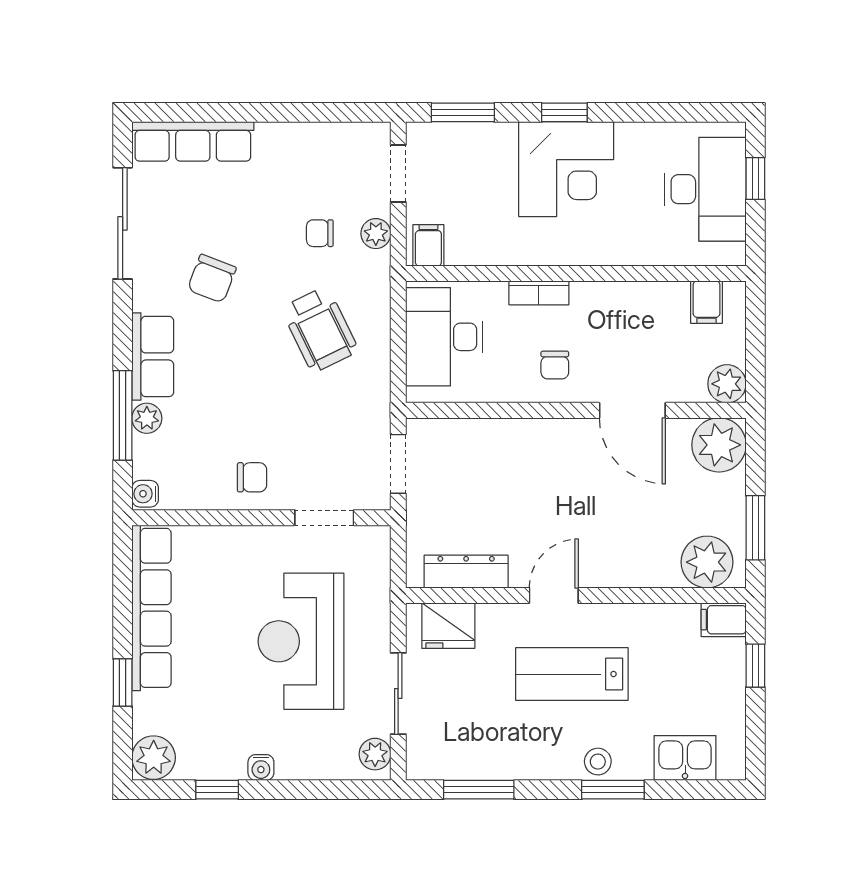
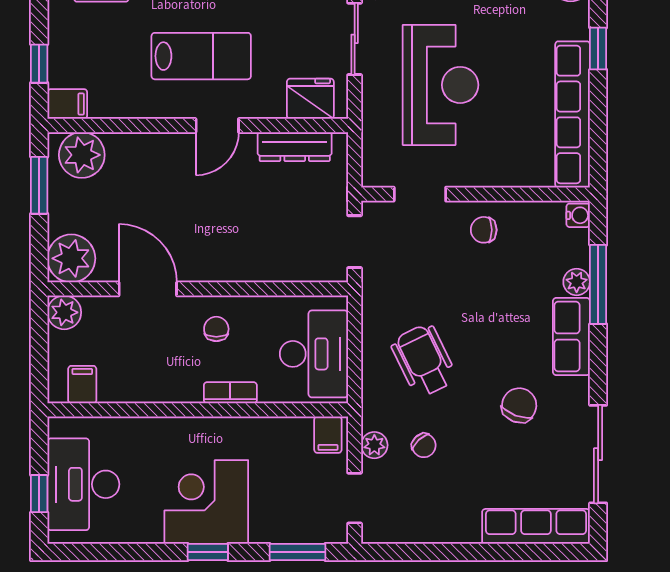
chair: (320, 233) -> (424, 445), turned 47

